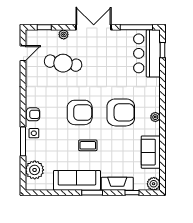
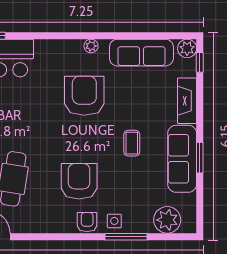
armchair: (80, 112) -> (79, 181), moved
sofa: (151, 152) -> (141, 53), width x1.36
window: (92, 193) -> (200, 158), moved
window: (132, 193) -> (200, 62), moved

